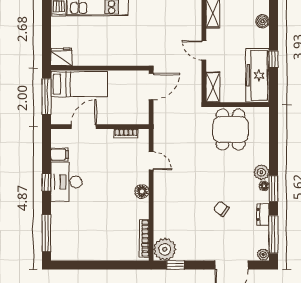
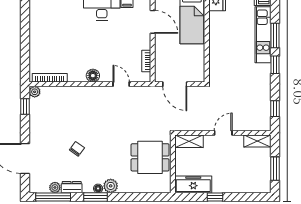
boiler: (262, 21) -> (250, 187), removed
freezer: (257, 75) -> (193, 184), width x0.73, depth x0.79
door: (151, 86) -> (175, 84), moved
door: (151, 161) -> (121, 84), swing flipped
plant: (165, 249) -> (35, 92), width x0.53, depth x0.53
plant: (263, 255) -> (55, 187), moved

